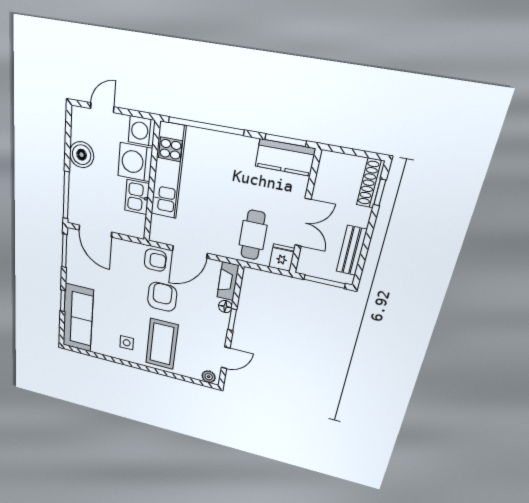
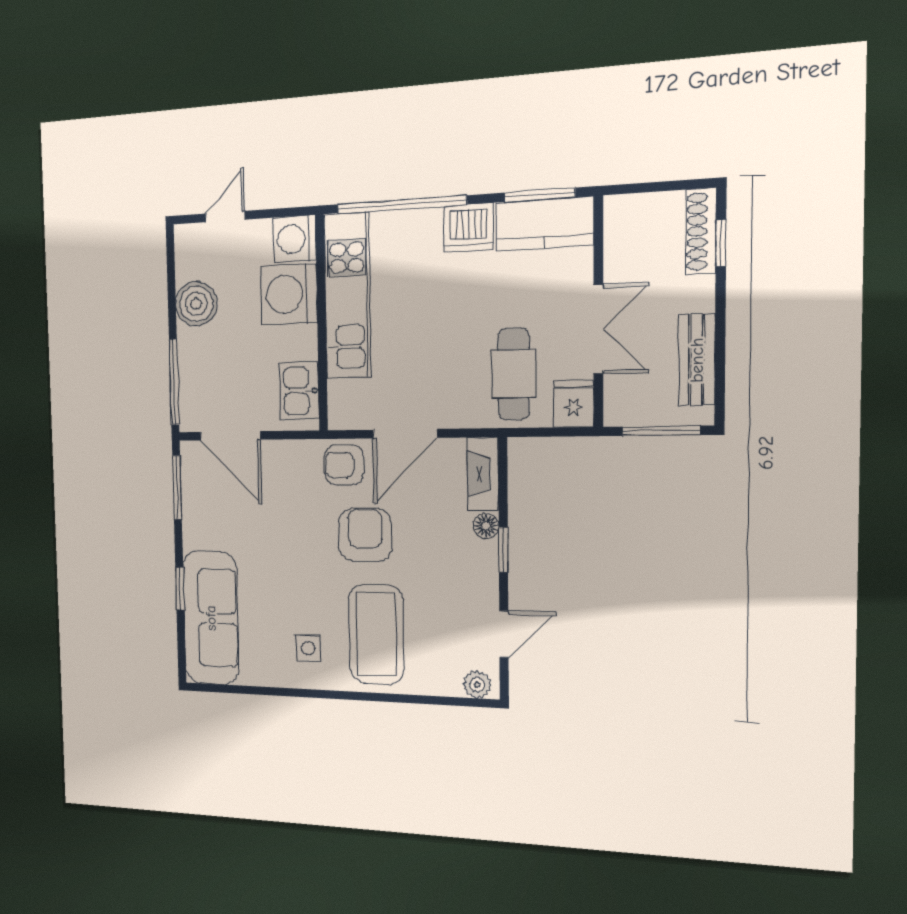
dishwasher: (242, 149) -> (469, 228), added
kitchen sink: (137, 197) -> (299, 391), moved
armchair: (155, 260) -> (344, 465), turned 180

